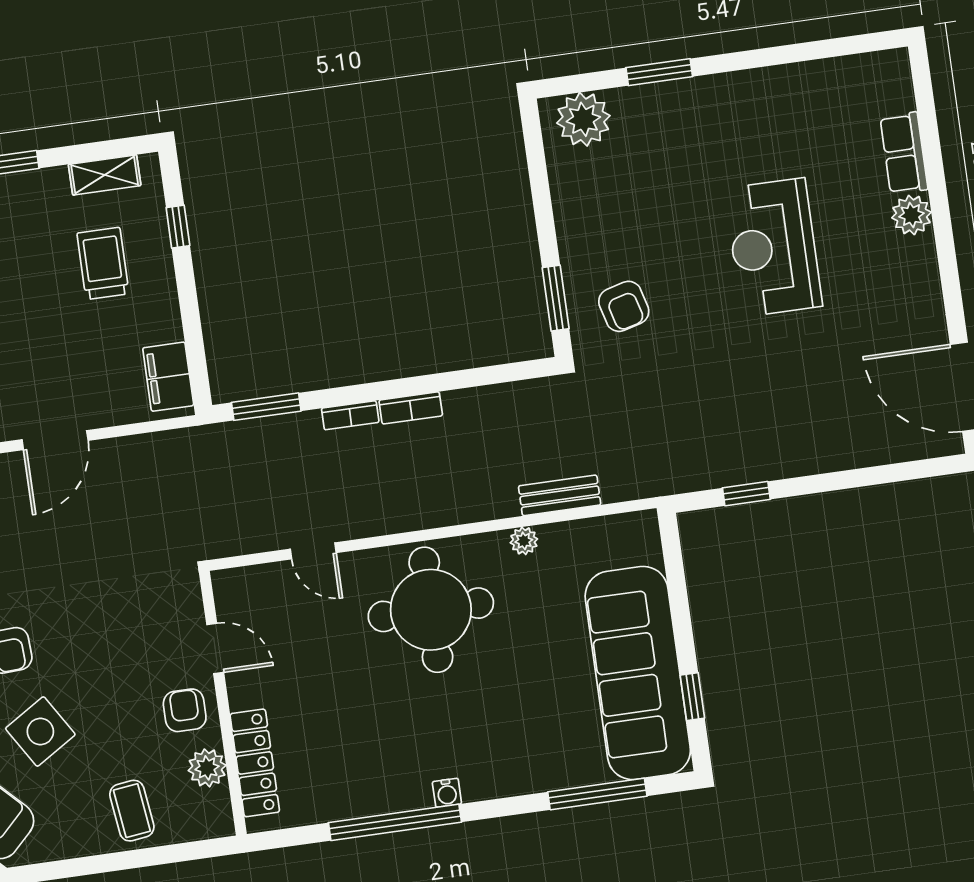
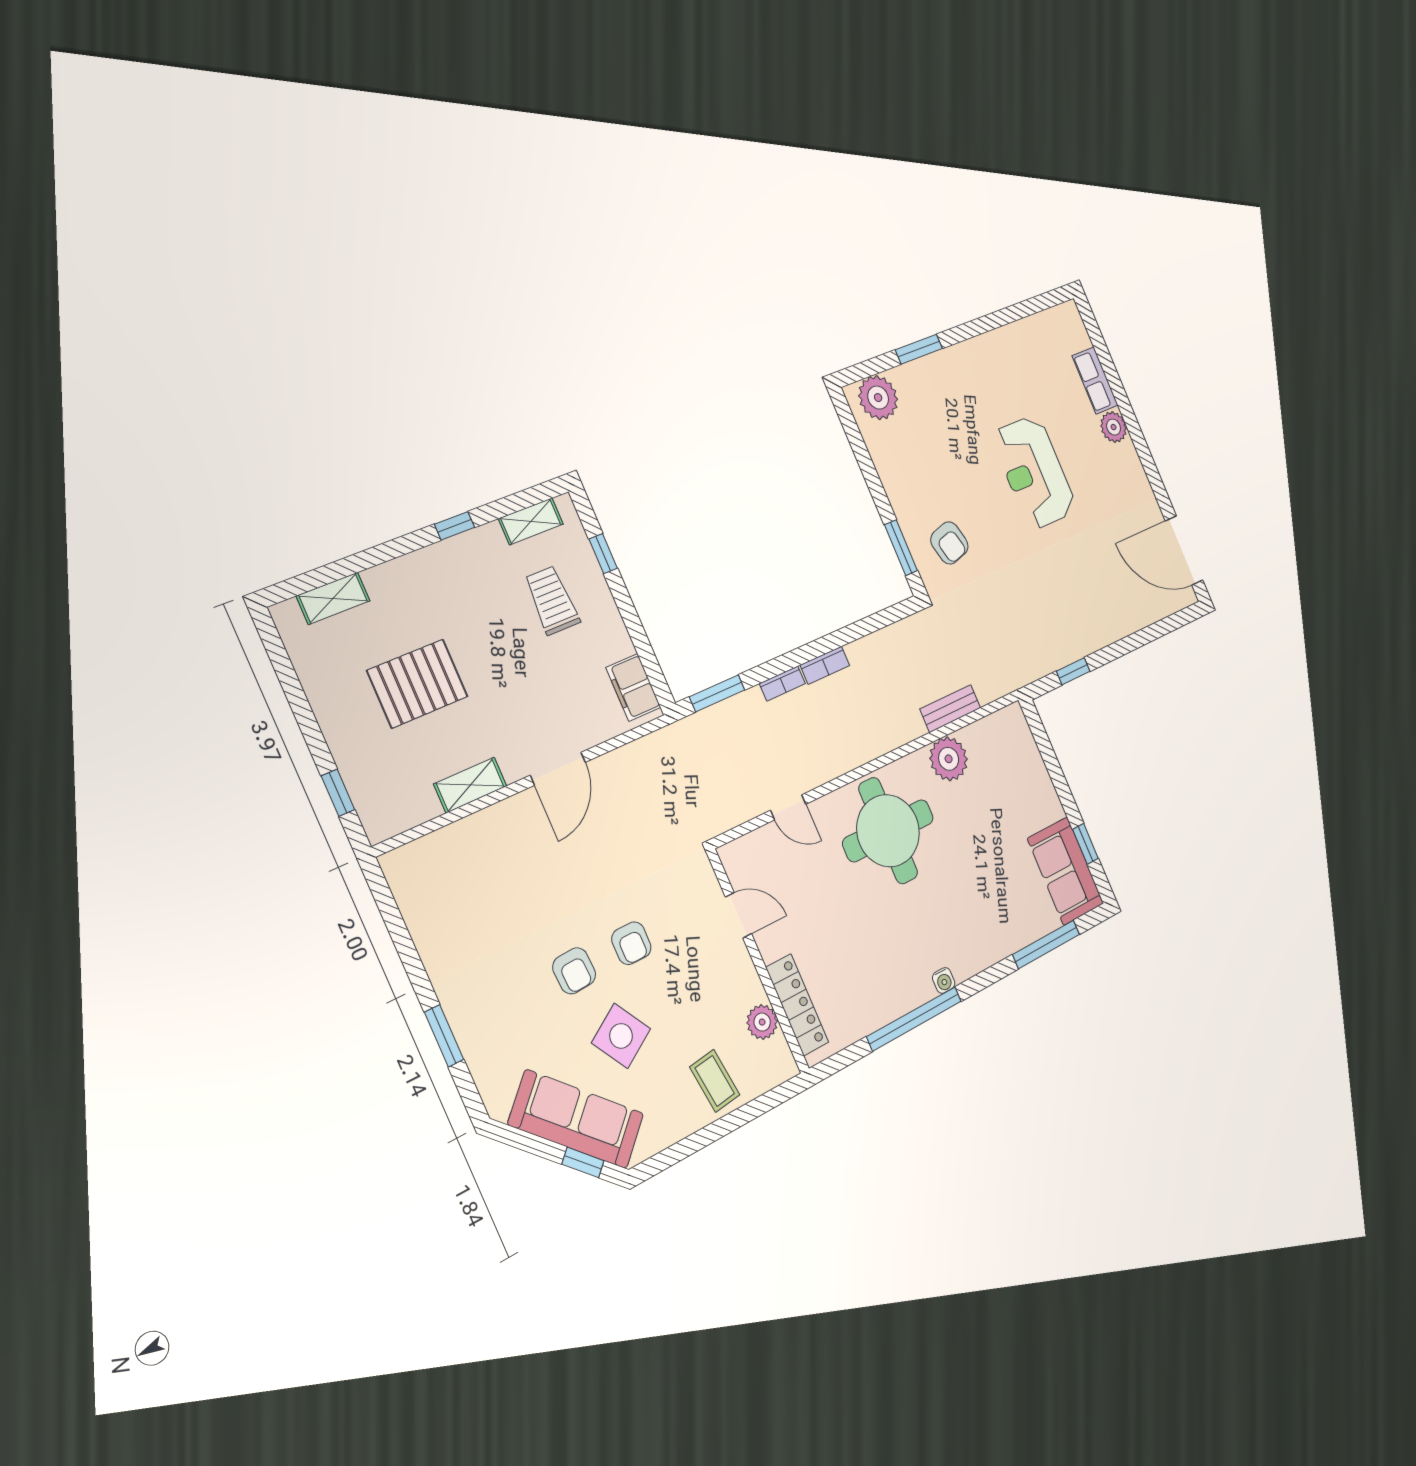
plant: (524, 541) -> (949, 759), width x1.88, depth x1.88
sofa: (638, 673) -> (1065, 871), width x0.54, depth x0.79
armchair: (185, 710) -> (631, 943), moved, turned 180

